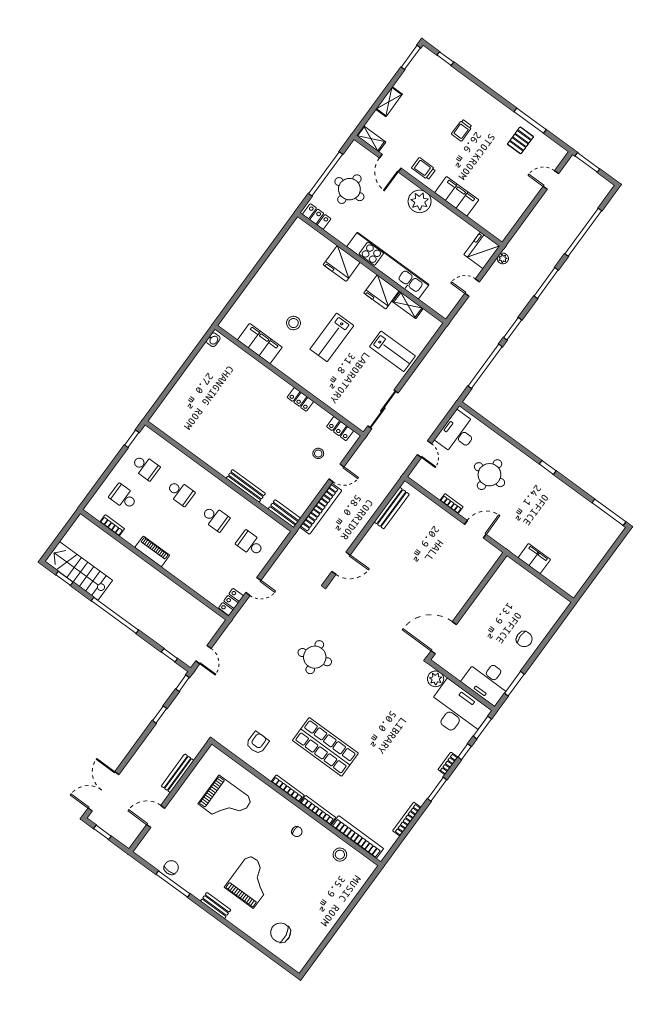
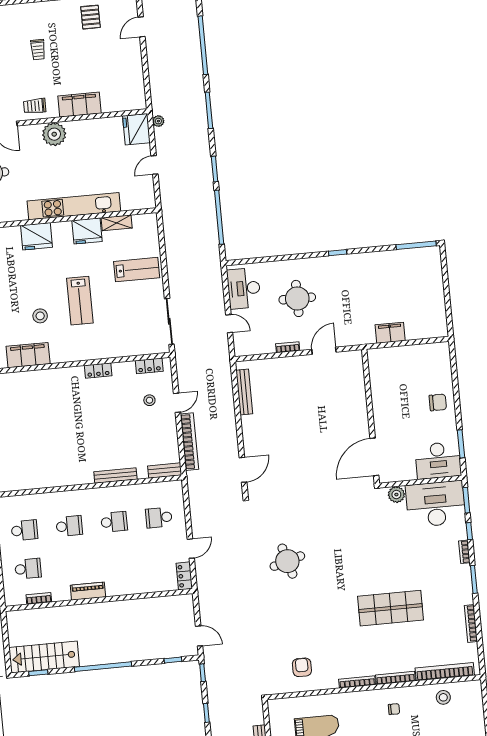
school desk: (123, 497) -> (28, 569), turned 180
shop shelf: (325, 747) -> (391, 608), moved

